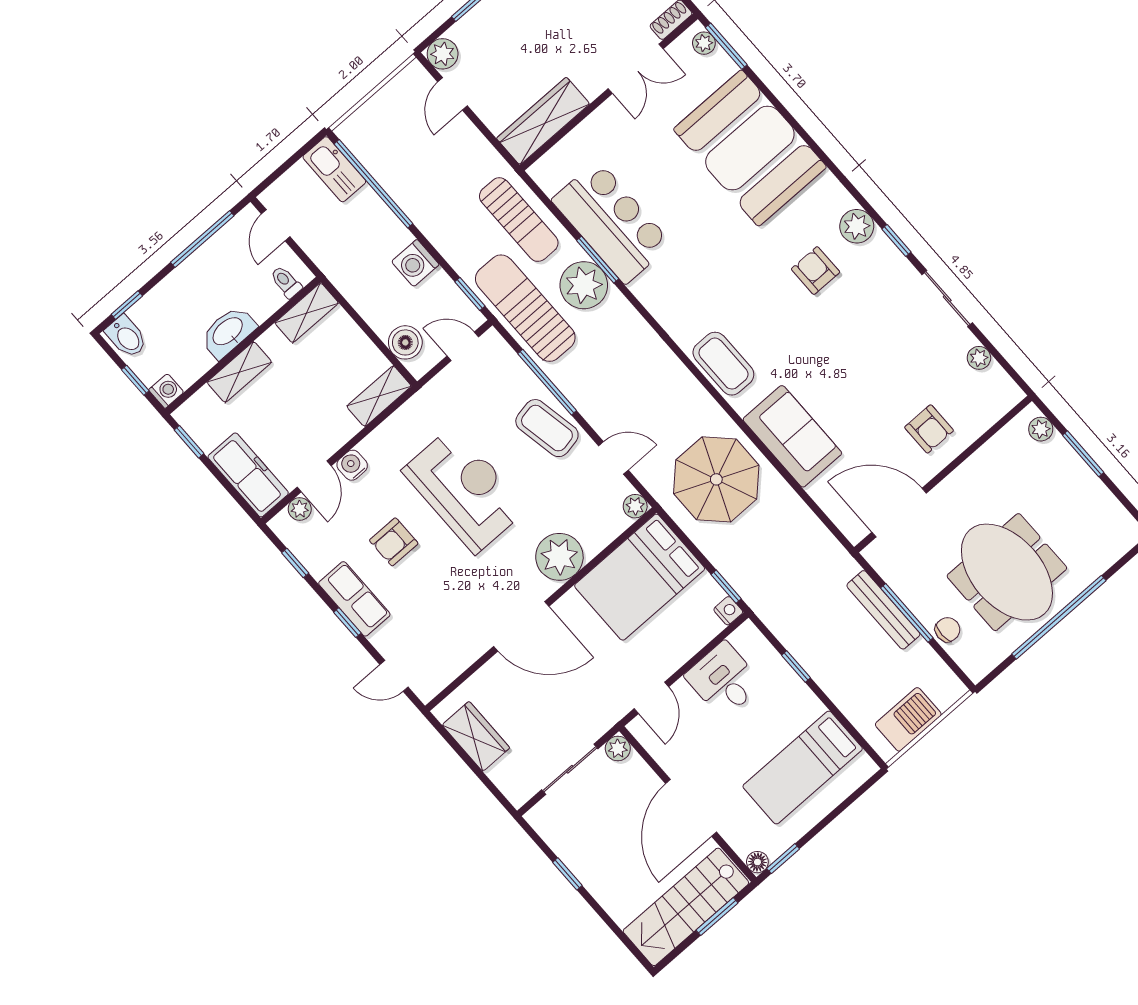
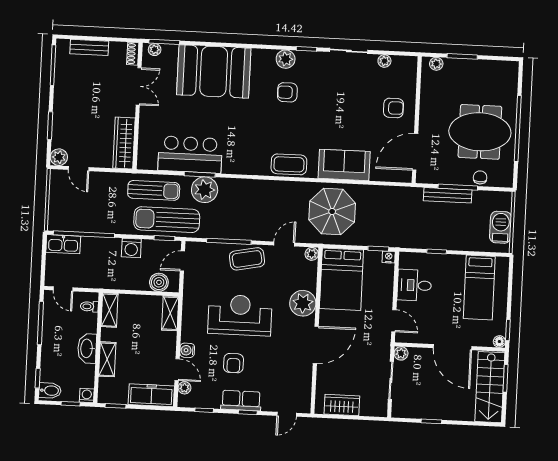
sun lounger: (525, 308) -> (167, 220), moved

